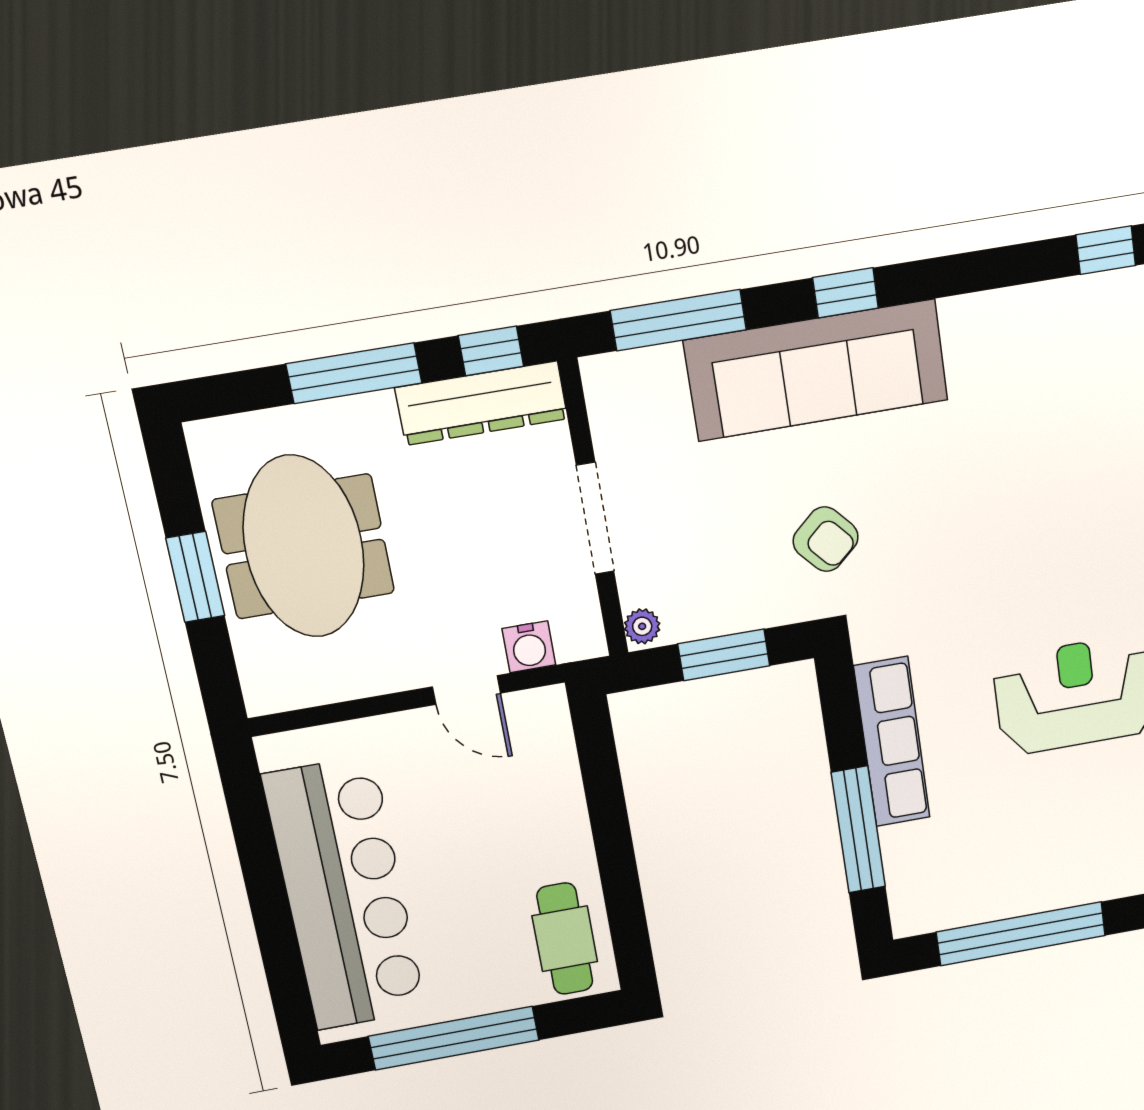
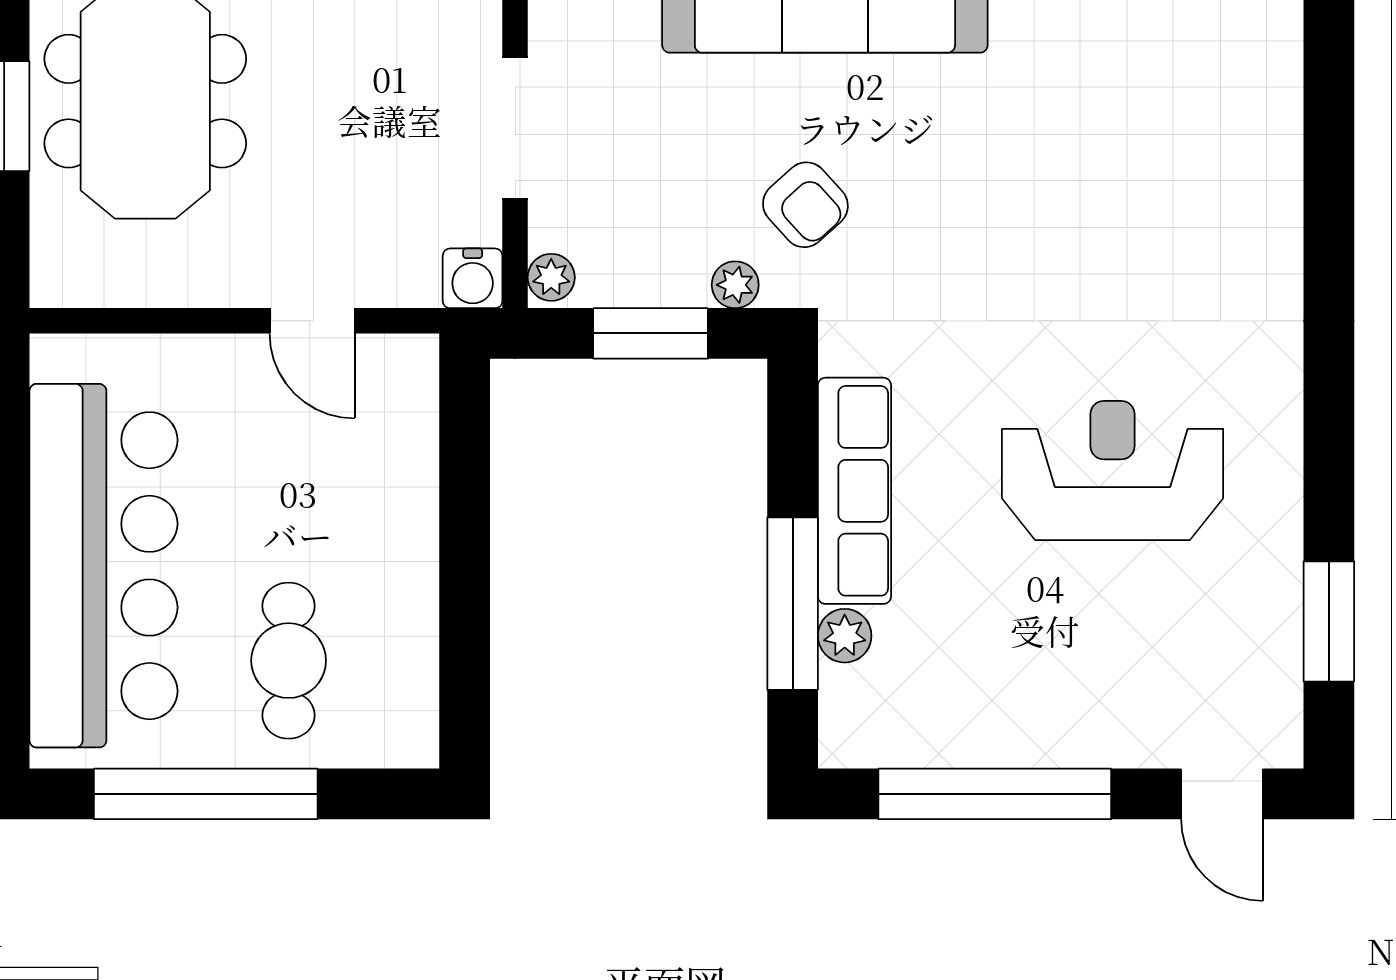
plant: (782, 608) -> (735, 285), added
water cooler: (529, 647) -> (473, 278), moved
plant: (899, 845) -> (845, 636), added
cafe table: (565, 939) -> (289, 661), moved

